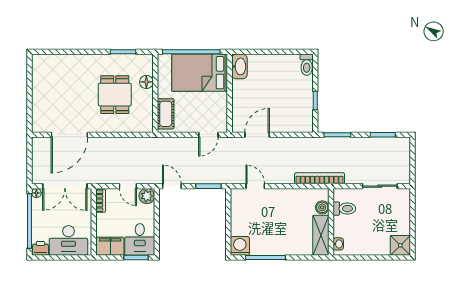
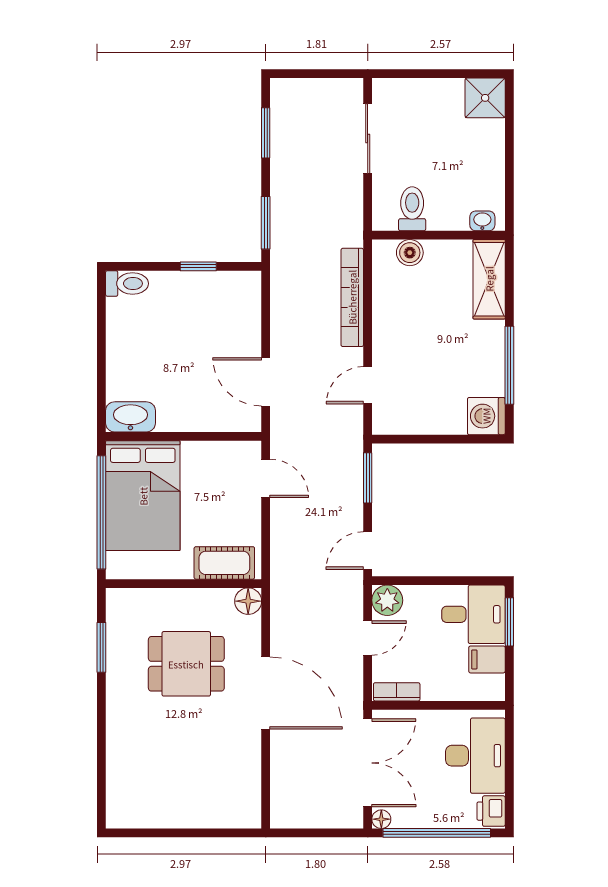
floor lamp: (146, 82) -> (248, 601), moved
door: (69, 135) -> (266, 693), moved
bookcase: (320, 178) -> (352, 297), moved
shelving: (321, 235) -> (489, 279), moved, turned 90
filing cabinet: (110, 246) -> (487, 659), width x0.50

